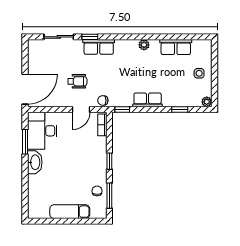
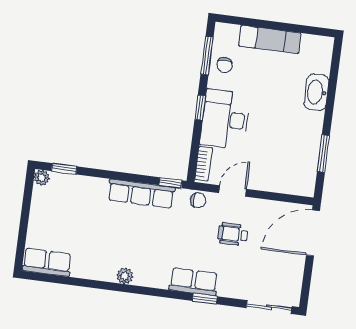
sliding door: (59, 37) -> (269, 307), moved
row of seats: (176, 47) -> (47, 262), moved
side table: (199, 73) -> (48, 222), removed
row of seats: (148, 100) -> (141, 194), width x1.48
window: (180, 110) -> (64, 169), moved
desk: (42, 131) -> (225, 119), moved, turned 180
washbasin: (35, 162) -> (316, 92), moved

